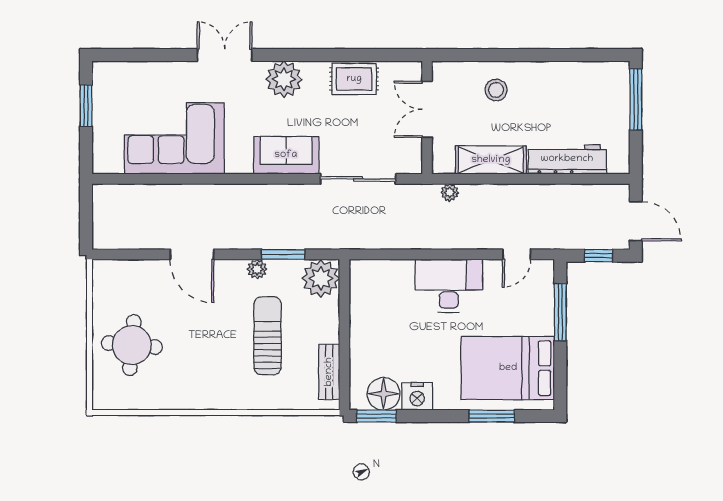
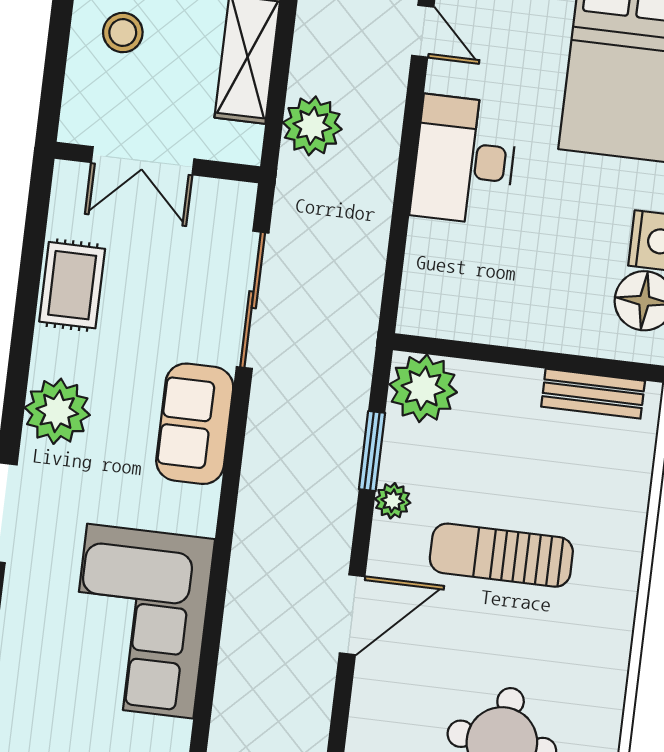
plant: (450, 192) -> (312, 126), width x1.87, depth x1.87
sun lounger: (267, 336) -> (501, 555), moved

